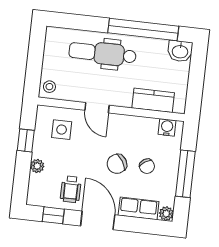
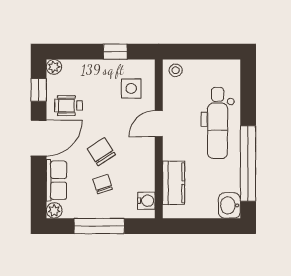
dental chair: (103, 53) -> (218, 123), turned 180
plant: (37, 166) -> (54, 67), moved
chair: (147, 166) -> (102, 184), turned 105

